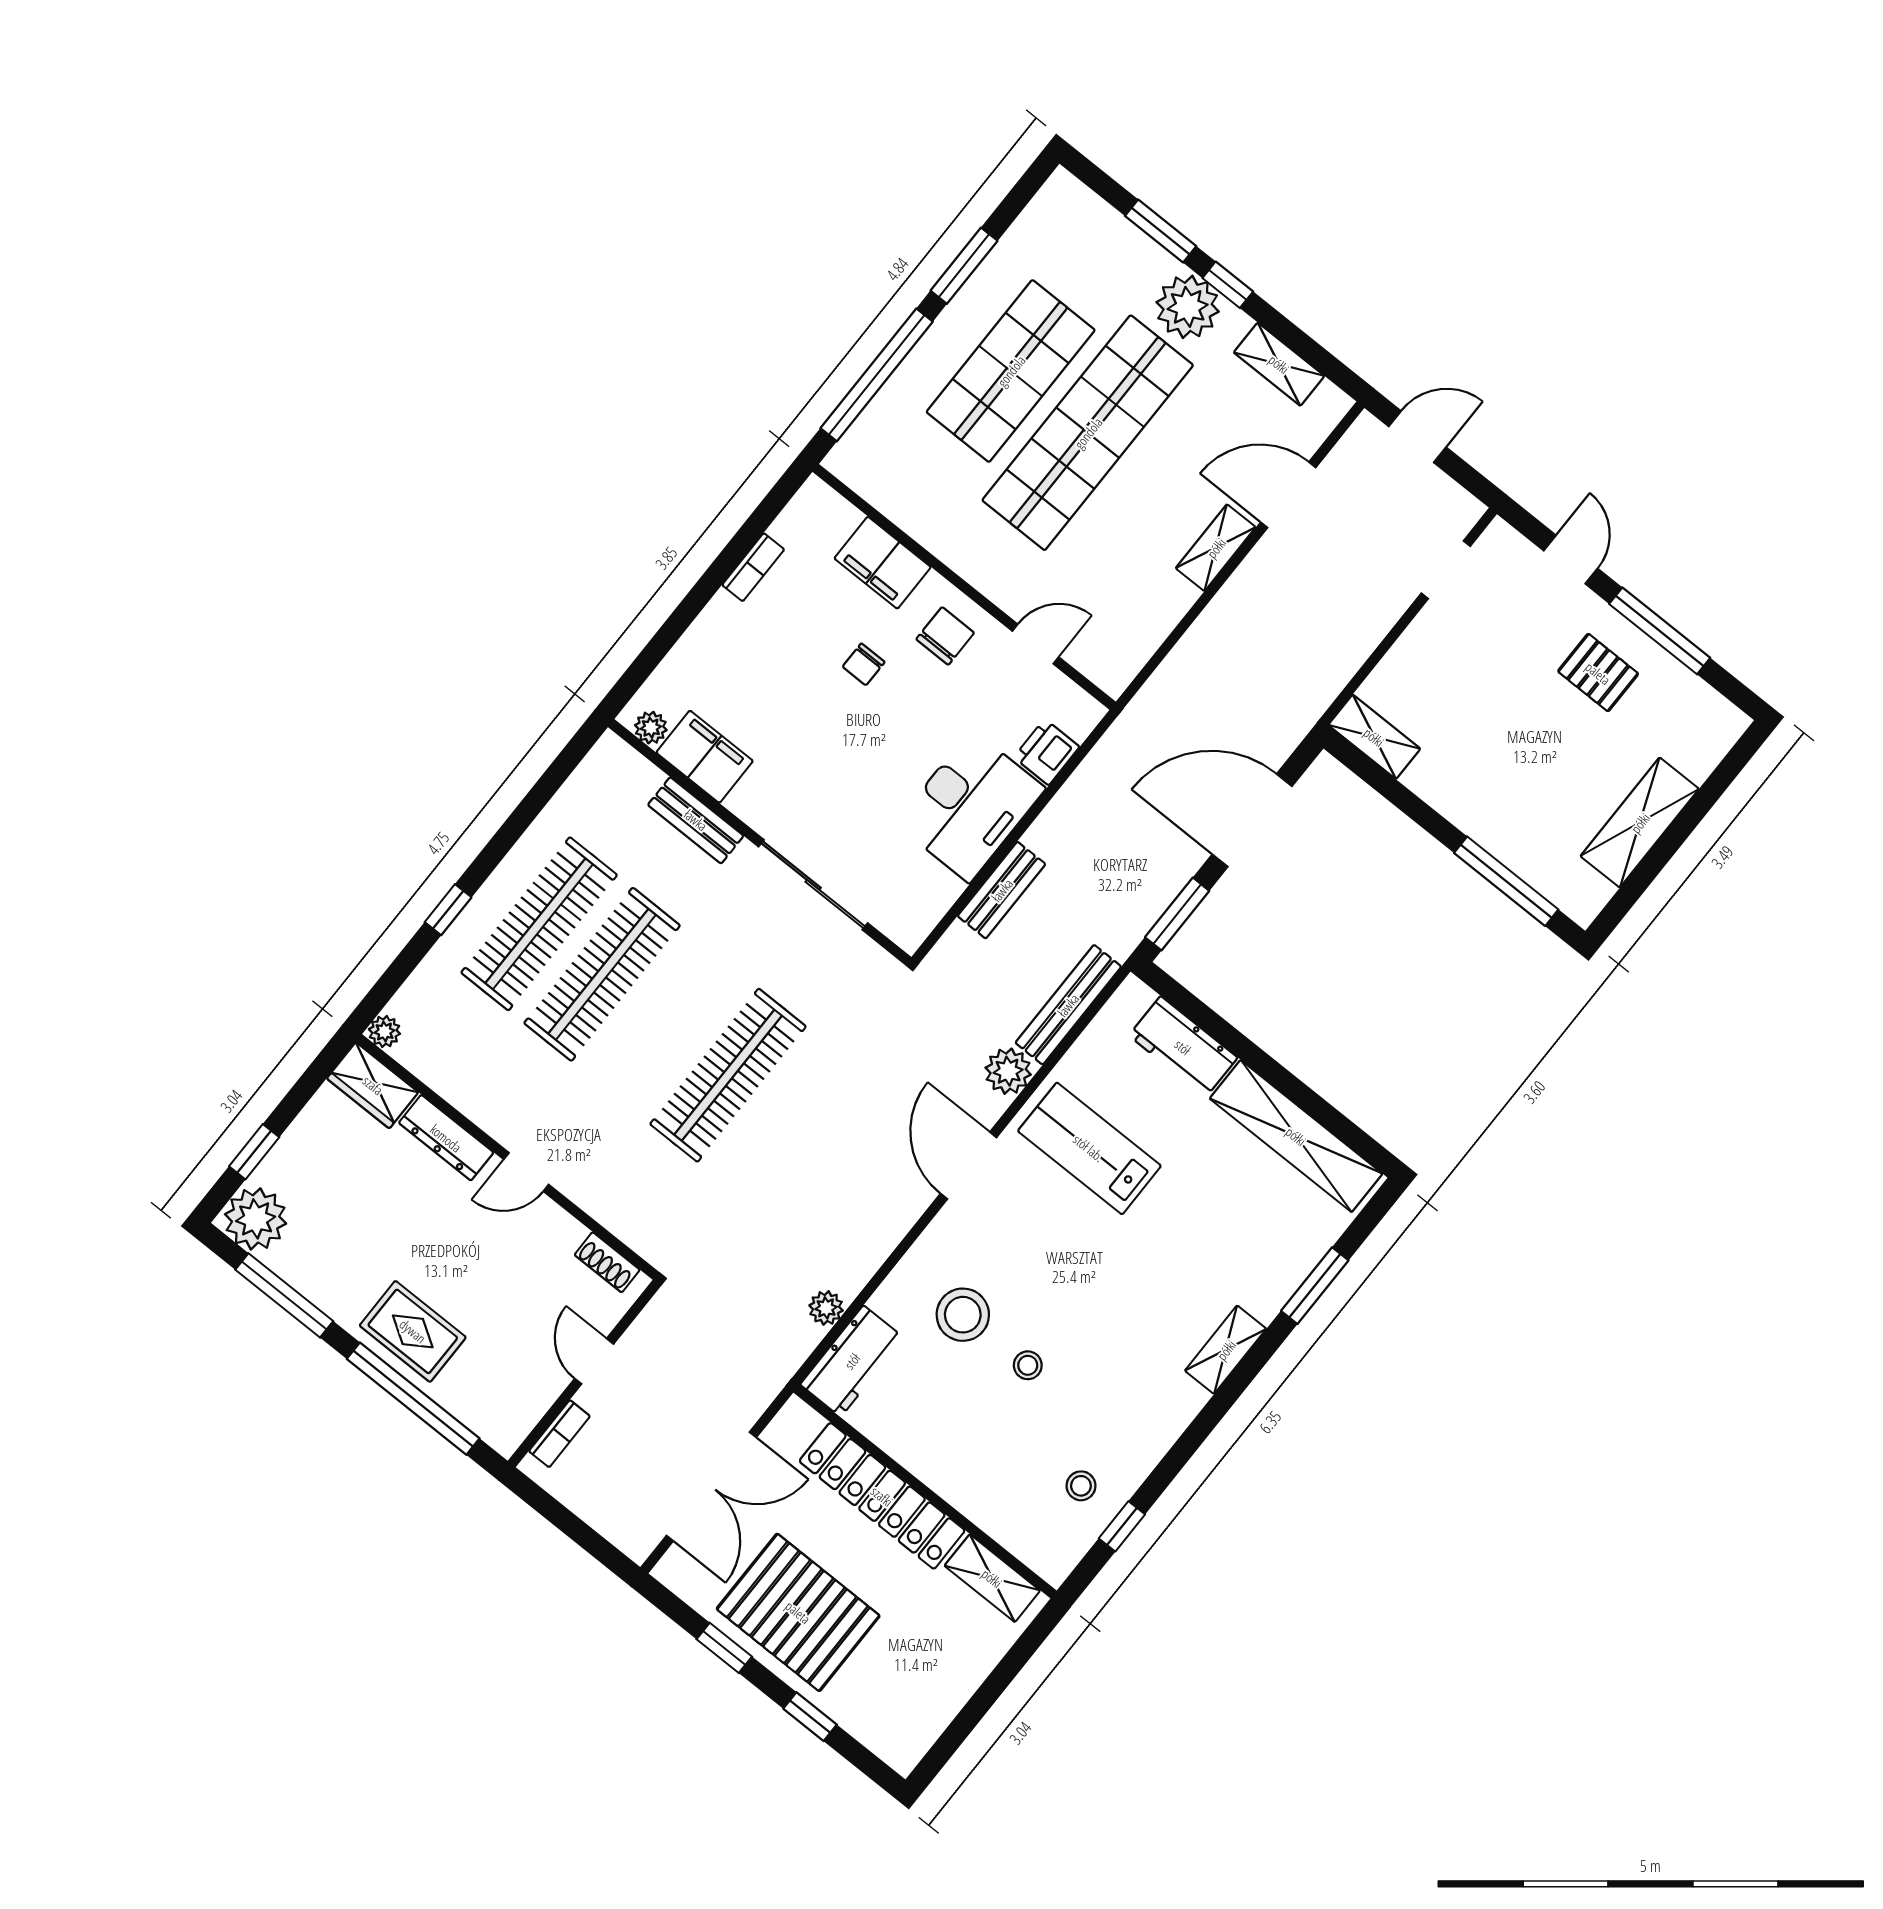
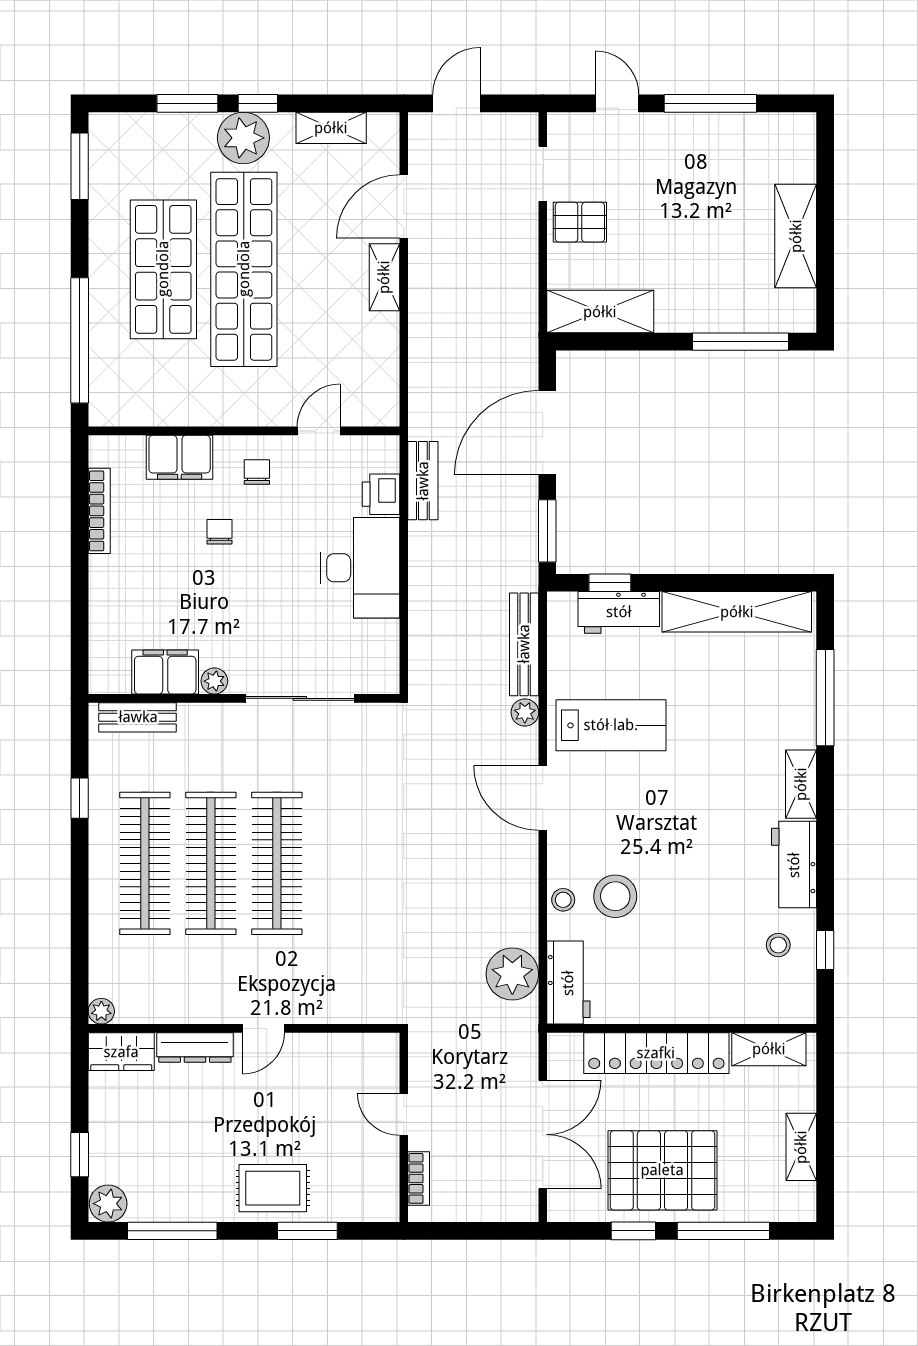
window: (964, 266) -> (80, 166), moved
bookcase: (753, 567) -> (99, 511), width x1.56
chair: (945, 636) -> (257, 472), width x0.73, depth x0.73
chair: (864, 664) -> (219, 532), turned 180
pallet: (1598, 673) -> (580, 222), moved
plant: (651, 728) -> (214, 681), moved
shelving: (1374, 737) -> (600, 312), width x1.50, depth x1.33
bench: (696, 820) -> (138, 717), moved
bench: (1002, 890) -> (423, 481), moved
window: (448, 910) -> (80, 798), moved
window: (1197, 1011) -> (610, 583), added
plant: (1008, 1071) -> (525, 712), width x0.73, depth x0.73
clothes rail: (728, 1075) -> (277, 863), moved
lab bench: (1089, 1148) -> (611, 725), turned 180
plant: (256, 1219) -> (108, 1204), width x0.73, depth x0.73
shoe rack: (607, 1262) -> (361, 1045), removed
window: (1315, 1286) -> (825, 698), width x1.44
plant: (826, 1308) -> (512, 974), width x1.87, depth x1.87
stool: (1028, 1365) -> (563, 900), moved
window: (413, 1399) -> (307, 1231), width x0.47
workbench: (1158, 1421) -> (794, 865), added
shelving: (949, 1696) -> (801, 1147), added
window: (810, 1717) -> (723, 1231), width x2.17

